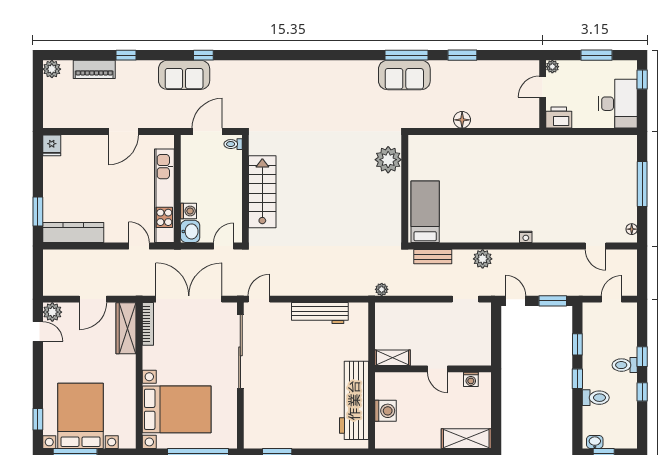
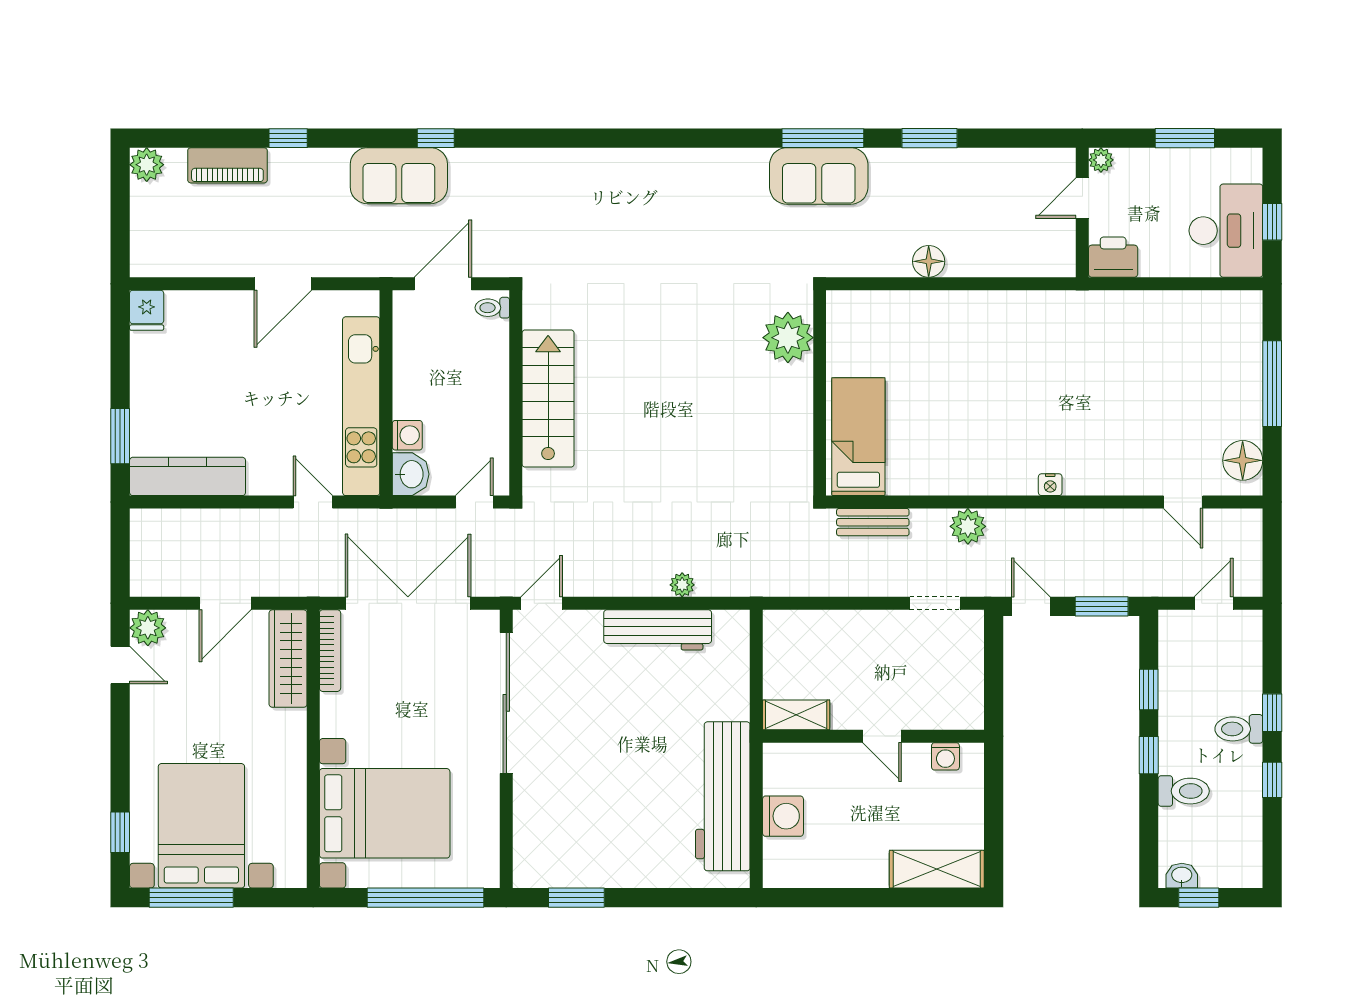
window: (642, 80) -> (1272, 222), moved
floor lamp: (632, 229) -> (1243, 460), width x1.89, depth x1.89
plant: (382, 289) -> (682, 585), moved

